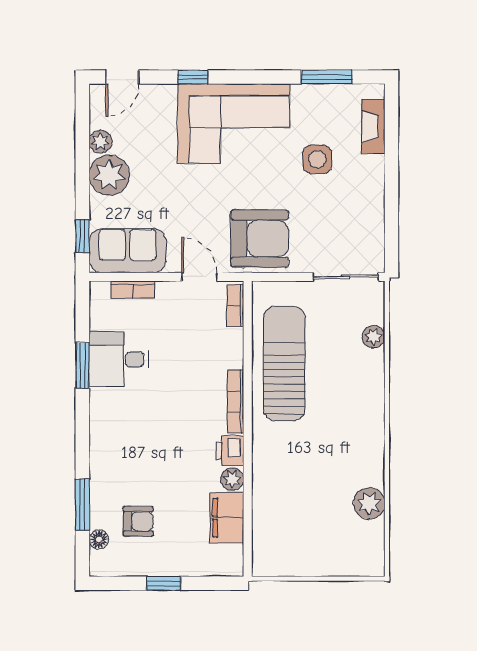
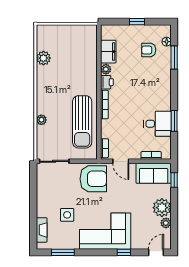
armchair: (260, 239) -> (93, 179), turned 180
plant: (374, 337) -> (41, 120), moved

